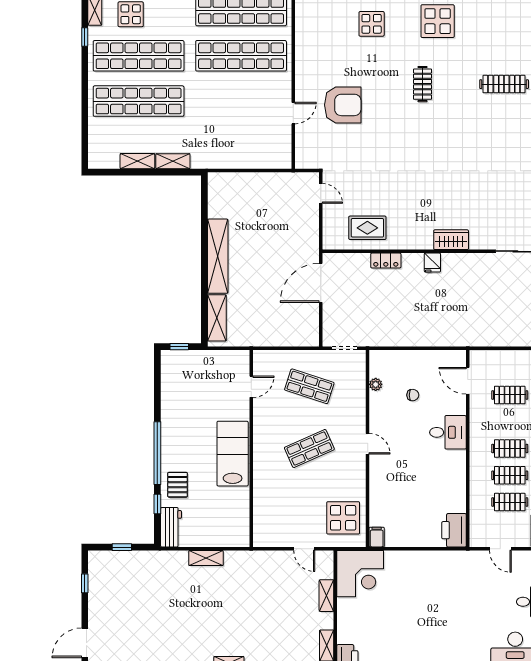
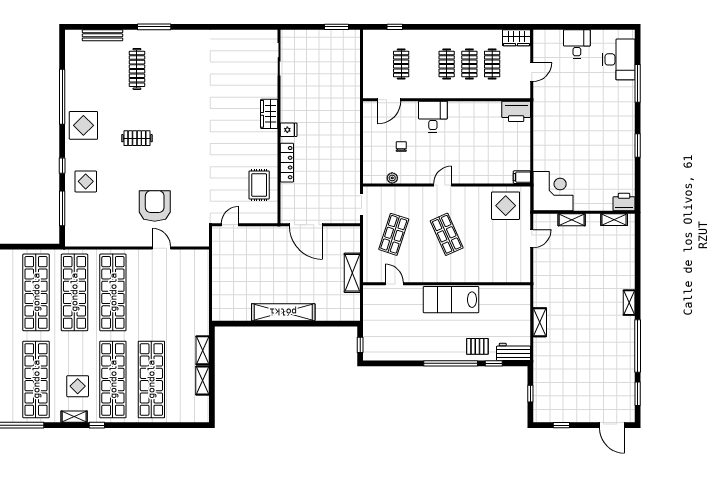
locker: (386, 261) -> (287, 163), width x1.53
shelving: (217, 318) -> (352, 273), moved, turned 90

